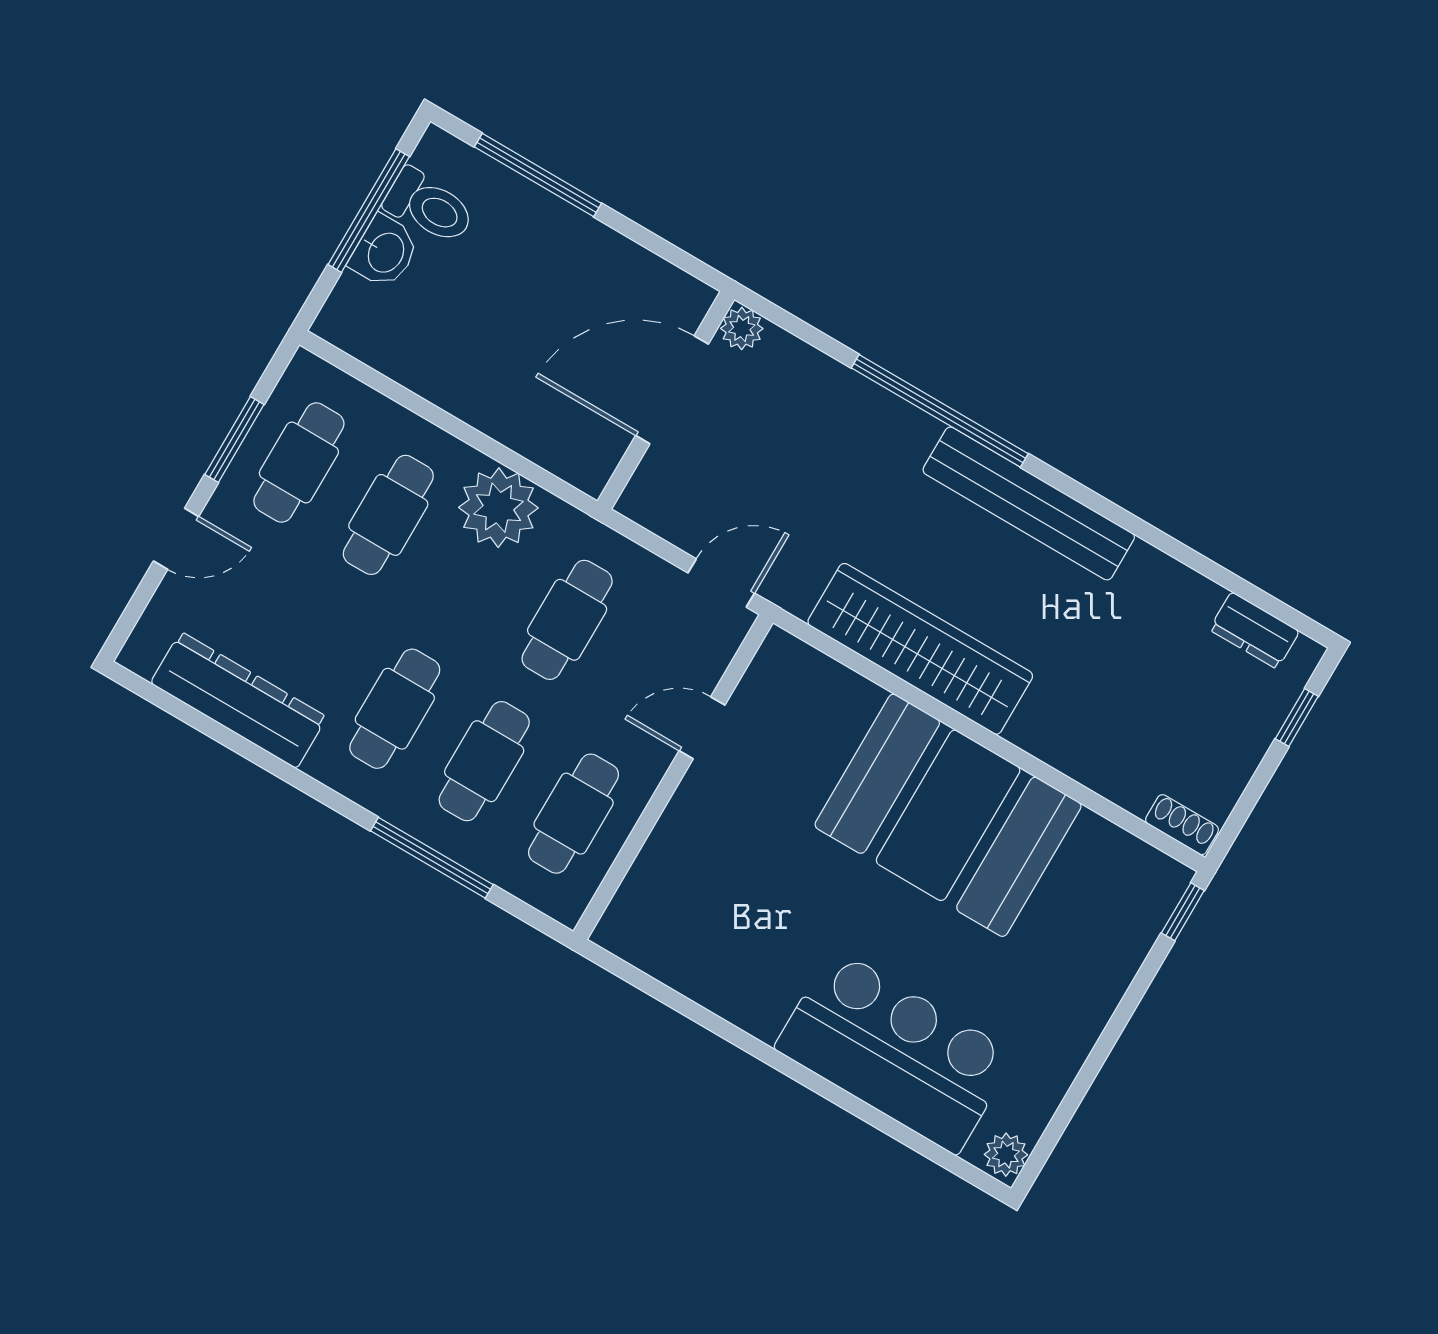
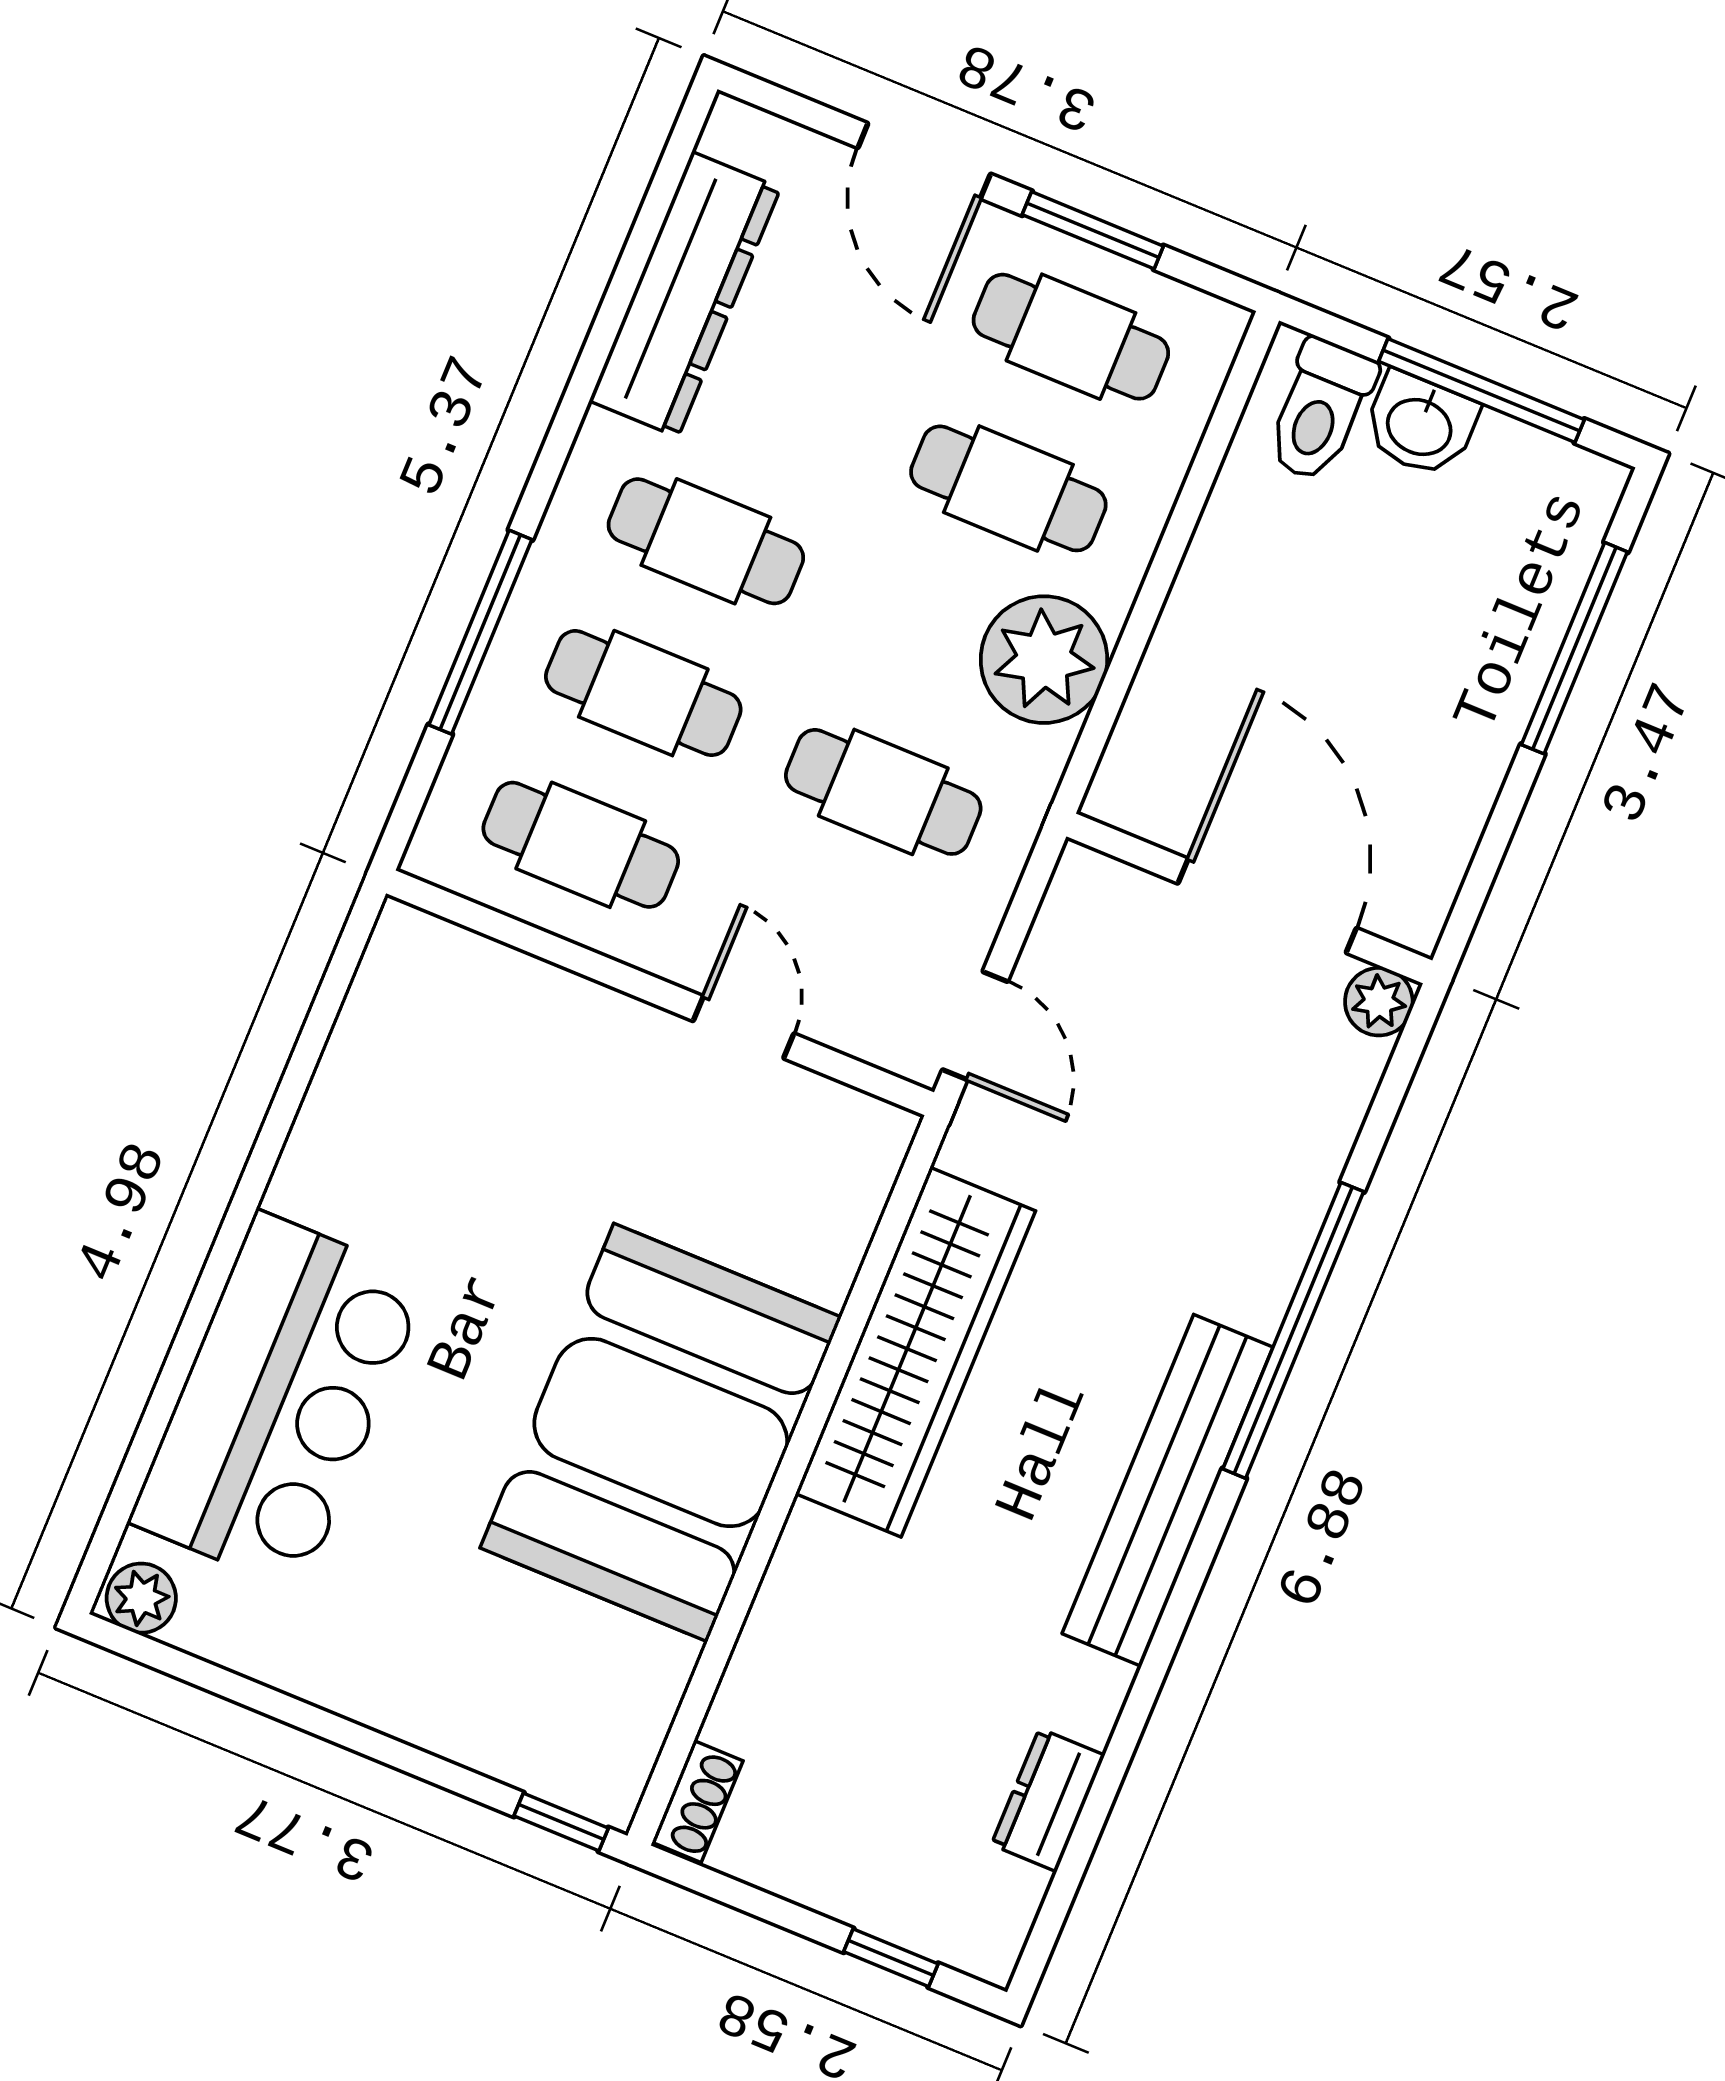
toilet: (429, 207) -> (1320, 410), moved
door: (176, 539) -> (924, 161), width x1.38
dresser: (1254, 630) -> (1048, 1800), moved

